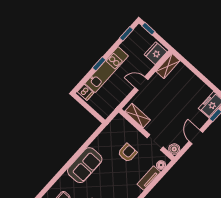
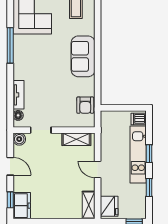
window: (126, 34) -> (149, 187), moved
door: (141, 84) -> (98, 169), swing flipped
armchair: (127, 153) -> (85, 105), moved

